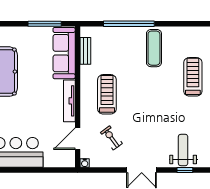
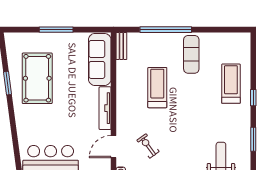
window: (45, 24) -> (56, 30), moved
bench: (85, 51) -> (121, 46), moved
treadmill: (107, 94) -> (157, 88), moved

